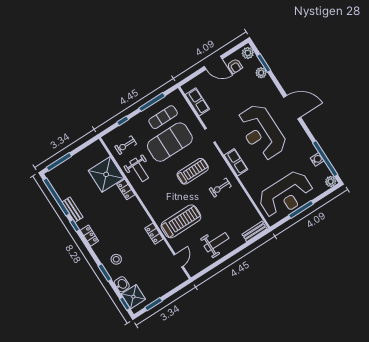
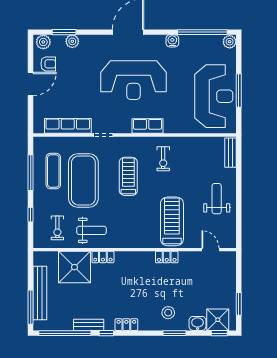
row of seats: (197, 102) -> (68, 126), width x1.48
water cooler: (317, 159) -> (172, 41), moved
bench: (73, 162) -> (40, 293), added

